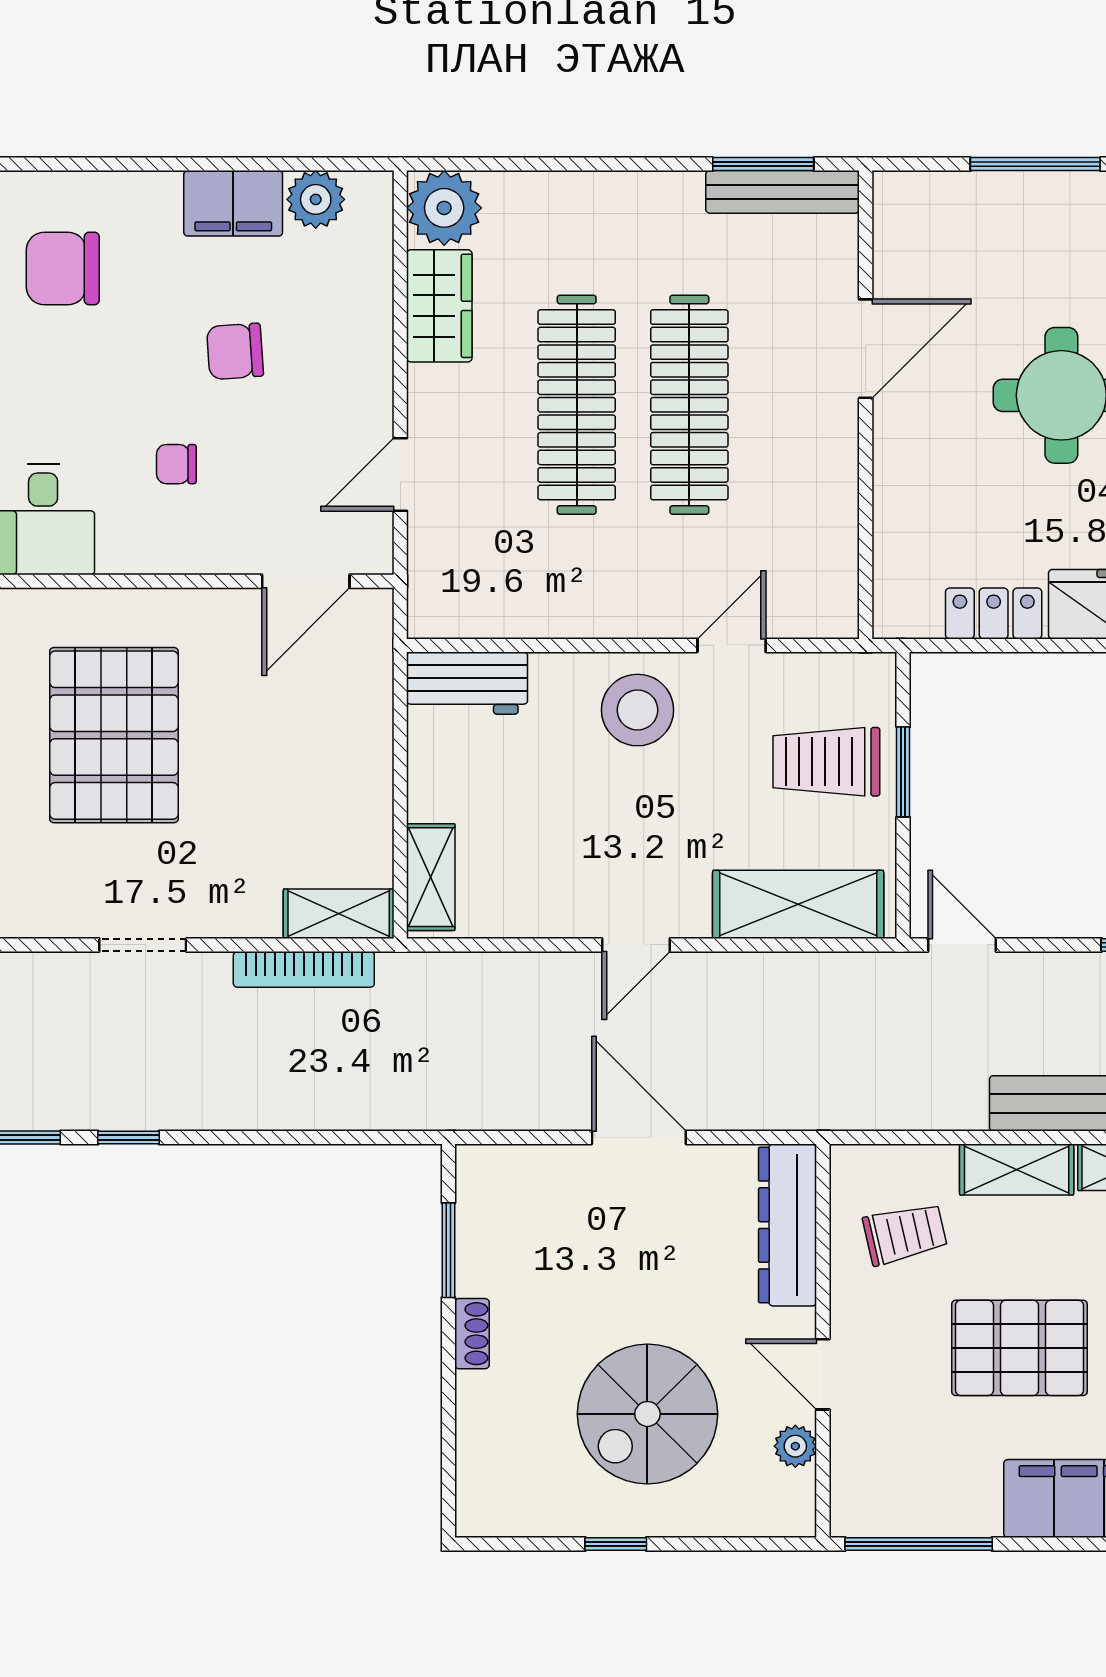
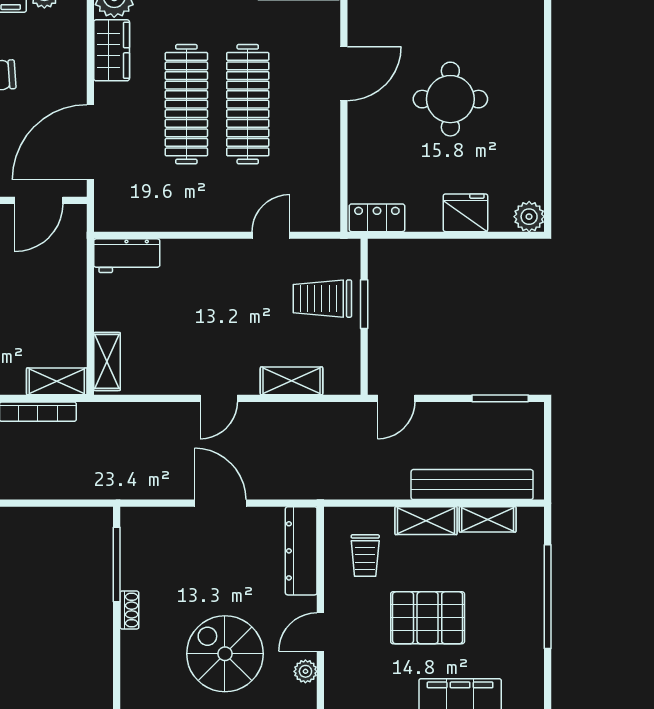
door: (400, 474) -> (90, 142), width x1.88
locker: (994, 613) -> (377, 218), moved
stool: (638, 710) -> (220, 270), removed
shelving: (798, 904) -> (292, 381), width x0.67, depth x0.75
door: (962, 945) -> (396, 398), swing flipped
trolley: (905, 1234) -> (365, 556), turned 103
window: (448, 1250) -> (117, 565), width x1.44
door: (823, 1374) -> (320, 632), hinge flipped
spiral stairs: (647, 1414) -> (225, 654), turned 90

